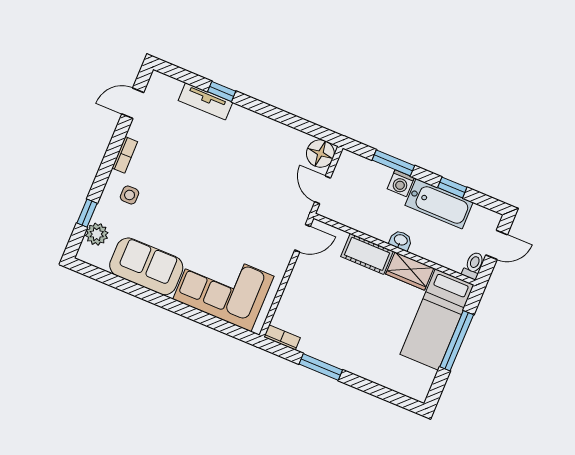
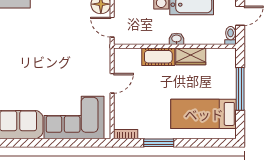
door: (303, 238) -> (112, 83), moved
bed: (437, 319) -> (204, 114), moved, turned 90

